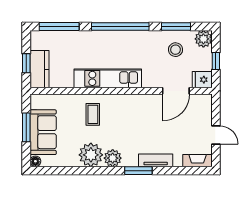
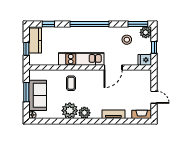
window: (59, 26) -> (48, 24), width x0.46
window: (176, 26) -> (138, 24), moved
kitchen counter: (39, 69) -> (35, 40), moved
door: (176, 91) -> (113, 68), moved
window: (138, 171) -> (102, 121), removed

